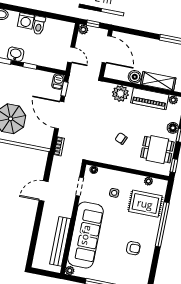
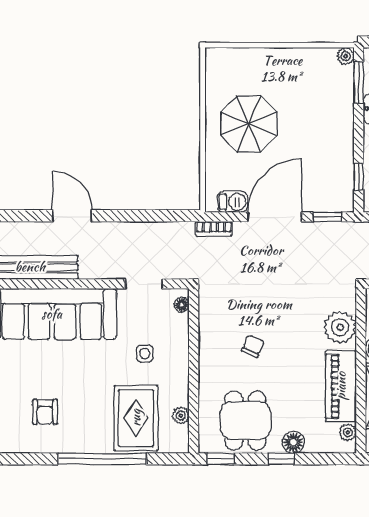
window: (30, 66) -> (359, 177), moved
barbecue: (58, 82) -> (232, 202), moved
door: (44, 191) -> (72, 216), moved

